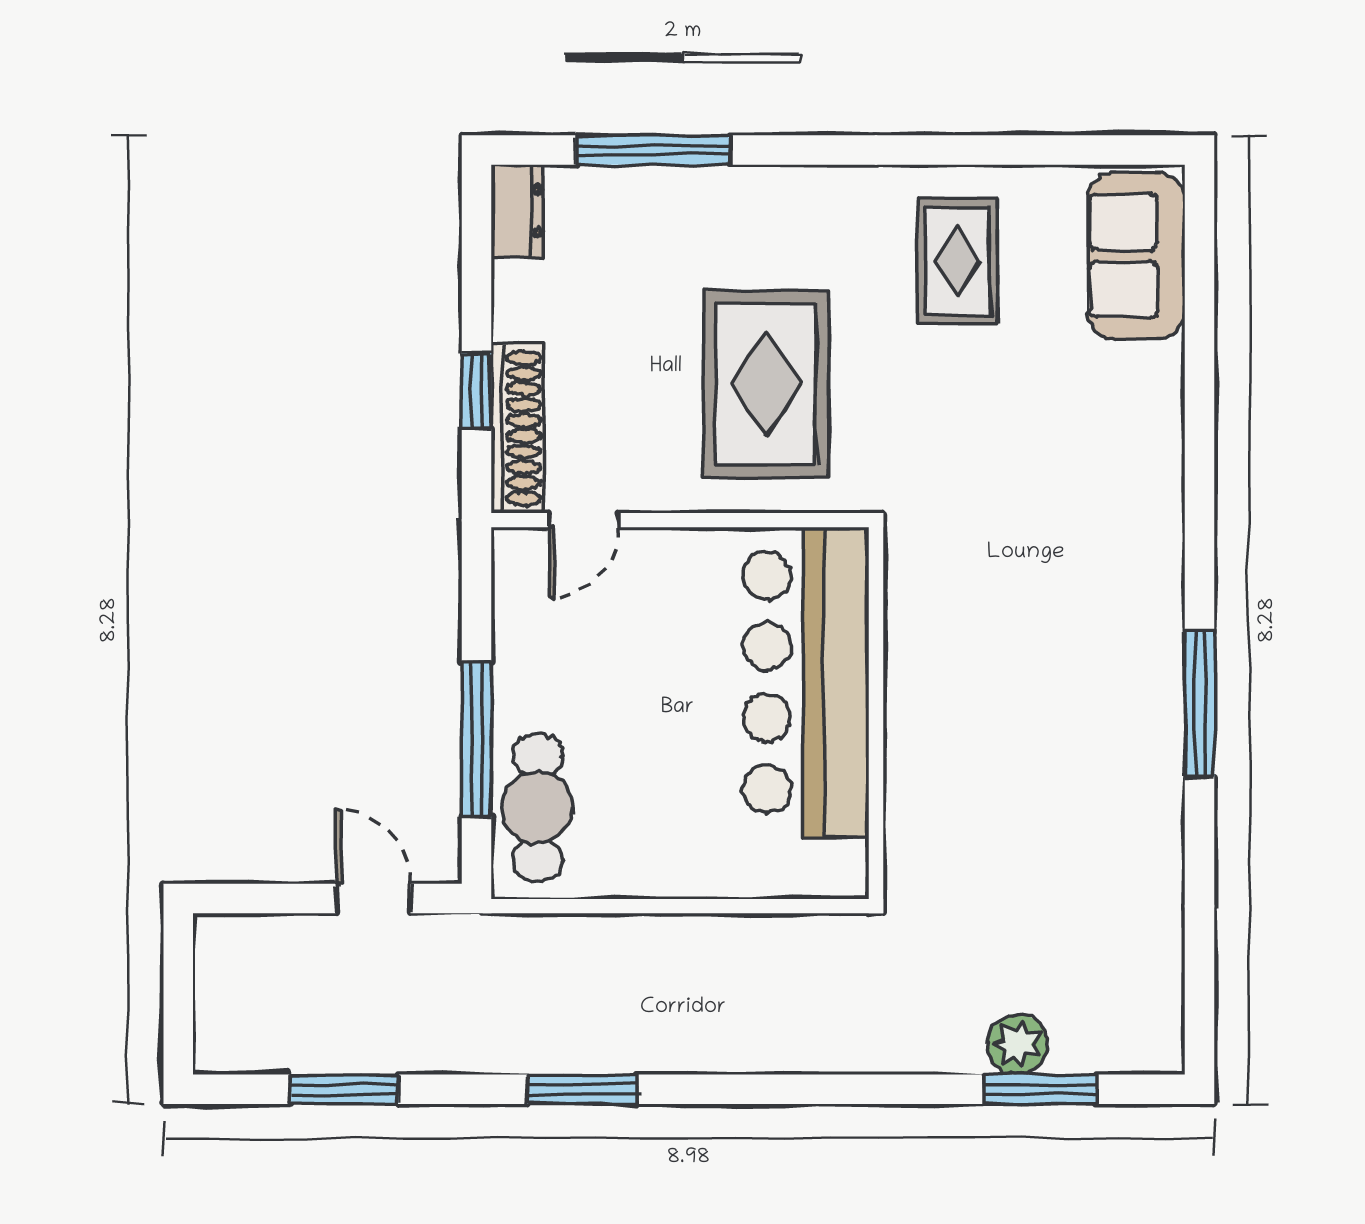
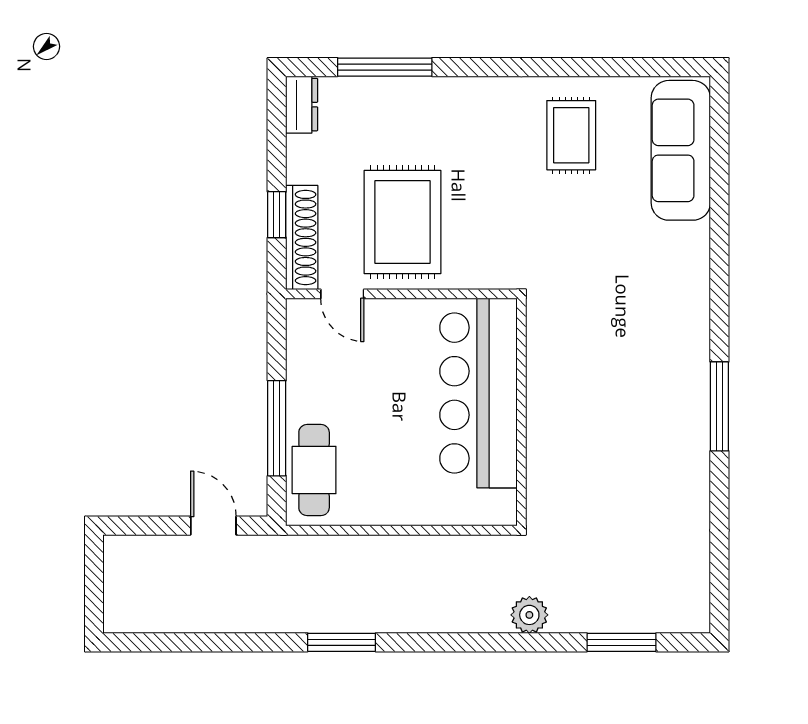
sofa: (1136, 256) -> (681, 150), width x1.36
rug: (766, 384) -> (403, 222), moved
door: (584, 520) -> (342, 294), hinge flipped
plant: (1017, 1044) -> (529, 615), moved
window: (344, 1089) -> (195, 642), removed

